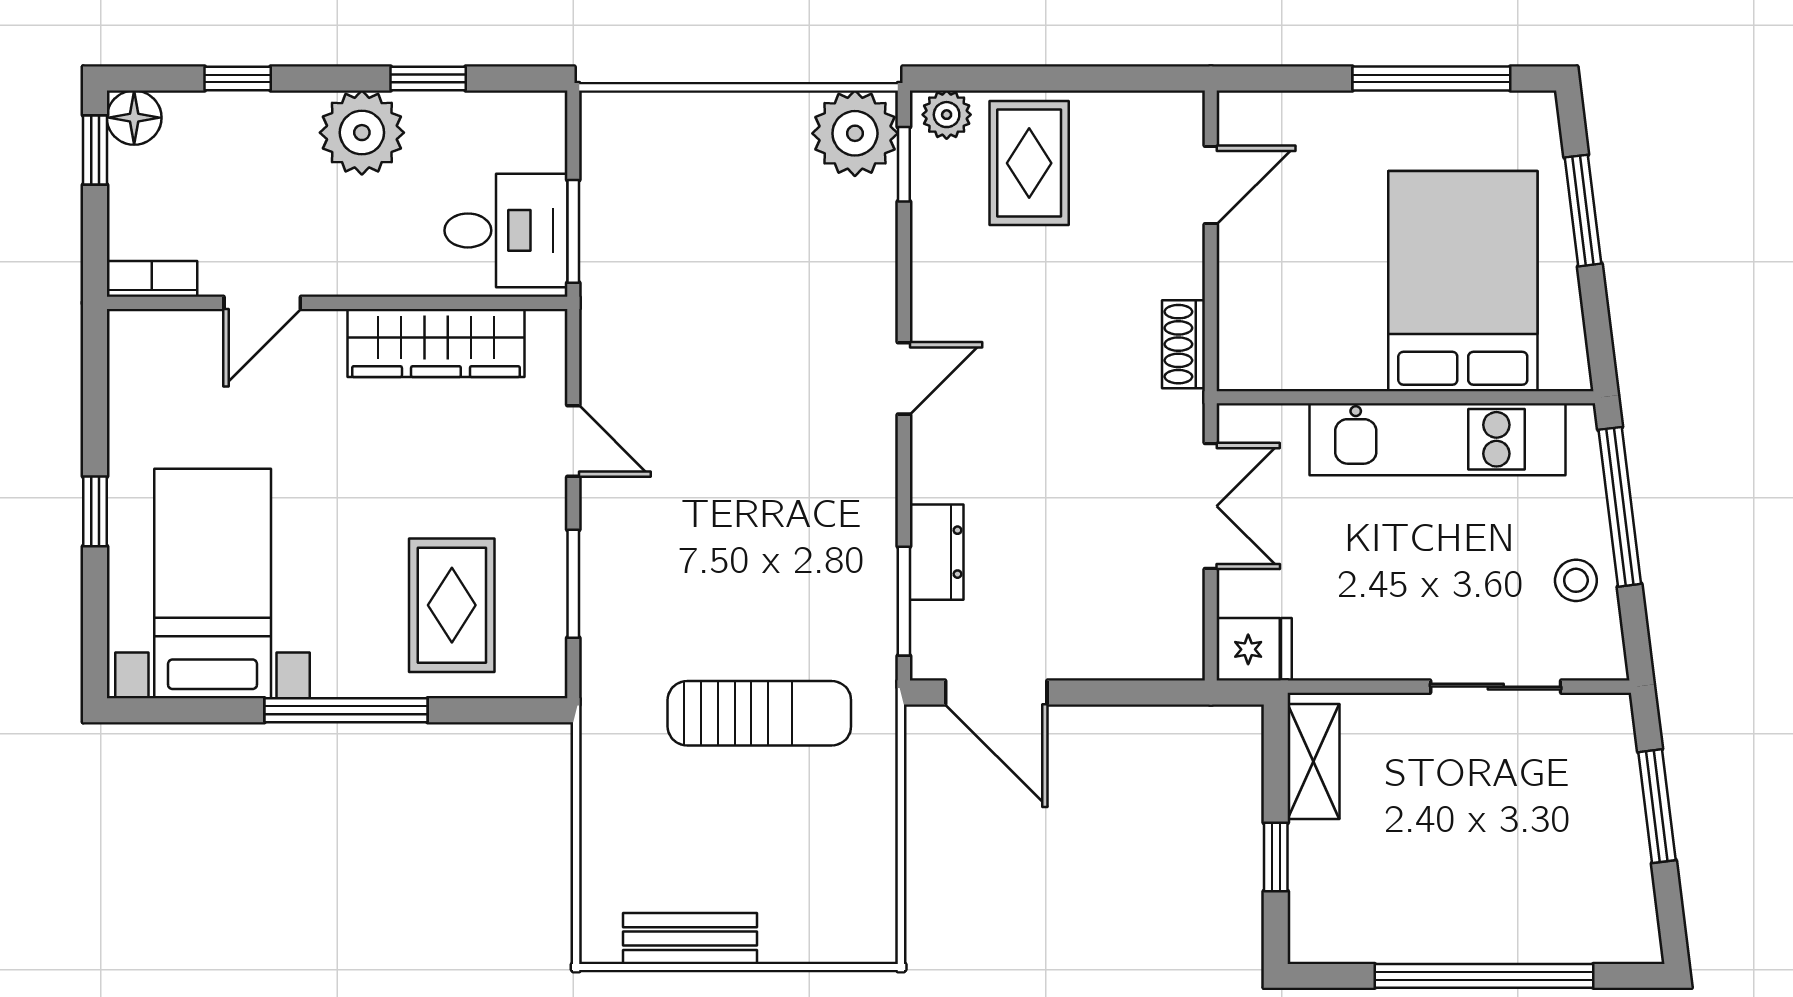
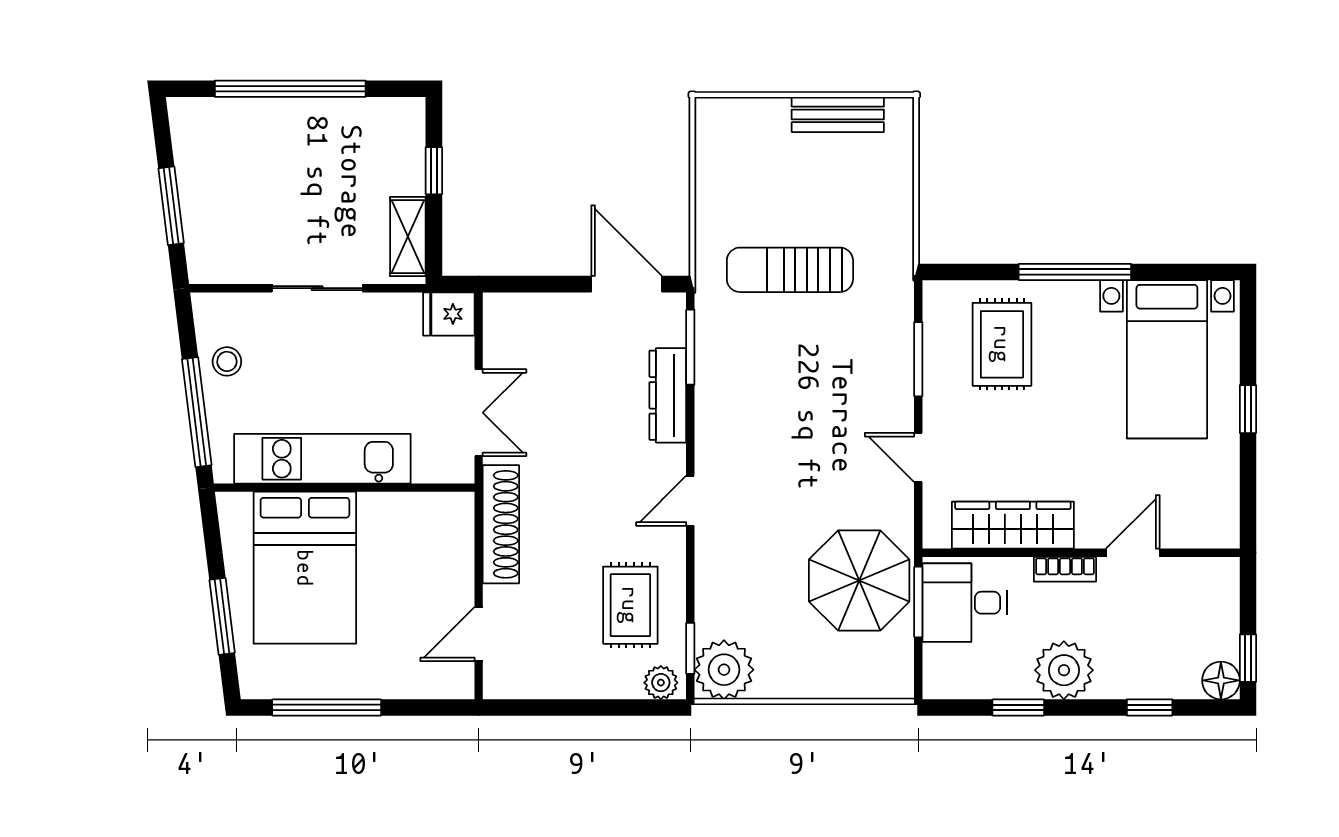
rug: (1029, 163) -> (630, 605), moved
parasol: (659, 263) -> (859, 580), added
bookcase: (152, 279) -> (1065, 569), moved
shoe rack: (1184, 344) -> (501, 524), width x1.94, depth x1.24
double door: (1211, 506) -> (479, 413), swing flipped
dresser: (937, 552) -> (668, 395), width x1.44
sliding door: (1496, 687) -> (317, 288), moved

